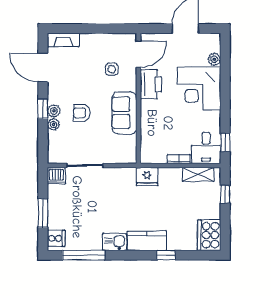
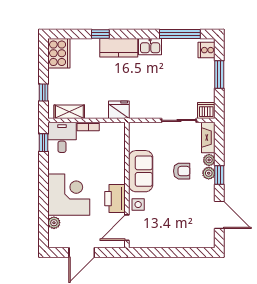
fireplace: (63, 40) -> (208, 138), moved, turned -90
side table: (112, 69) -> (138, 205), moved

